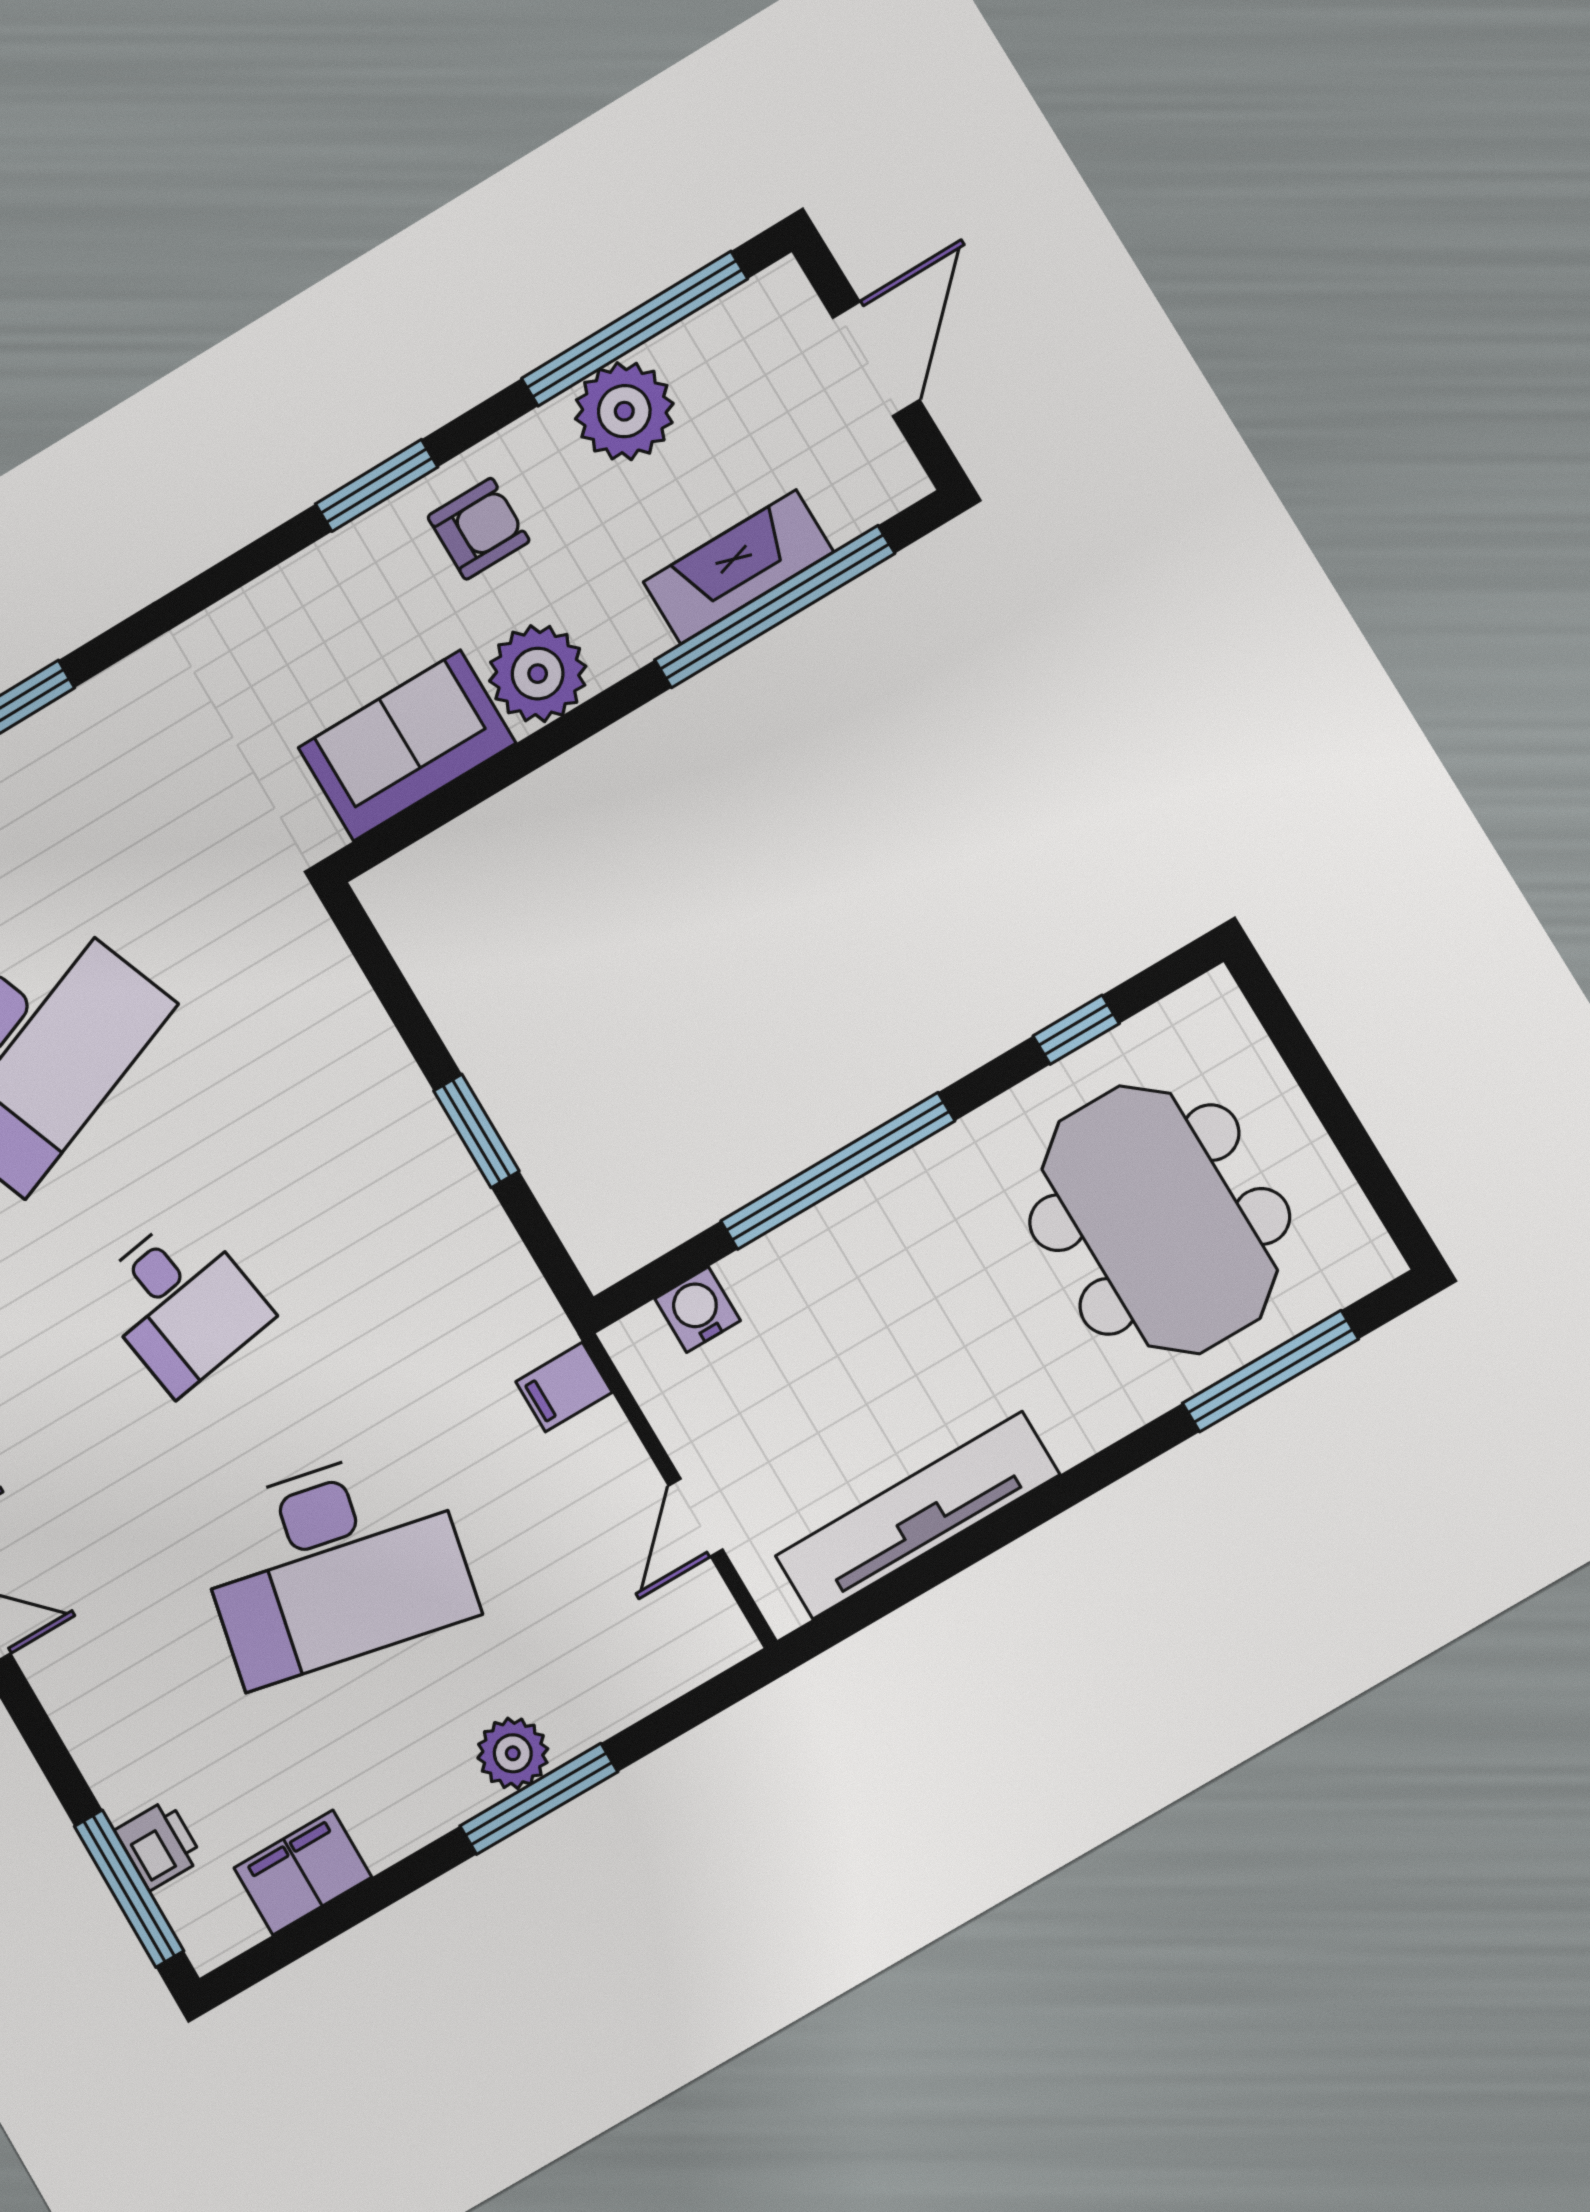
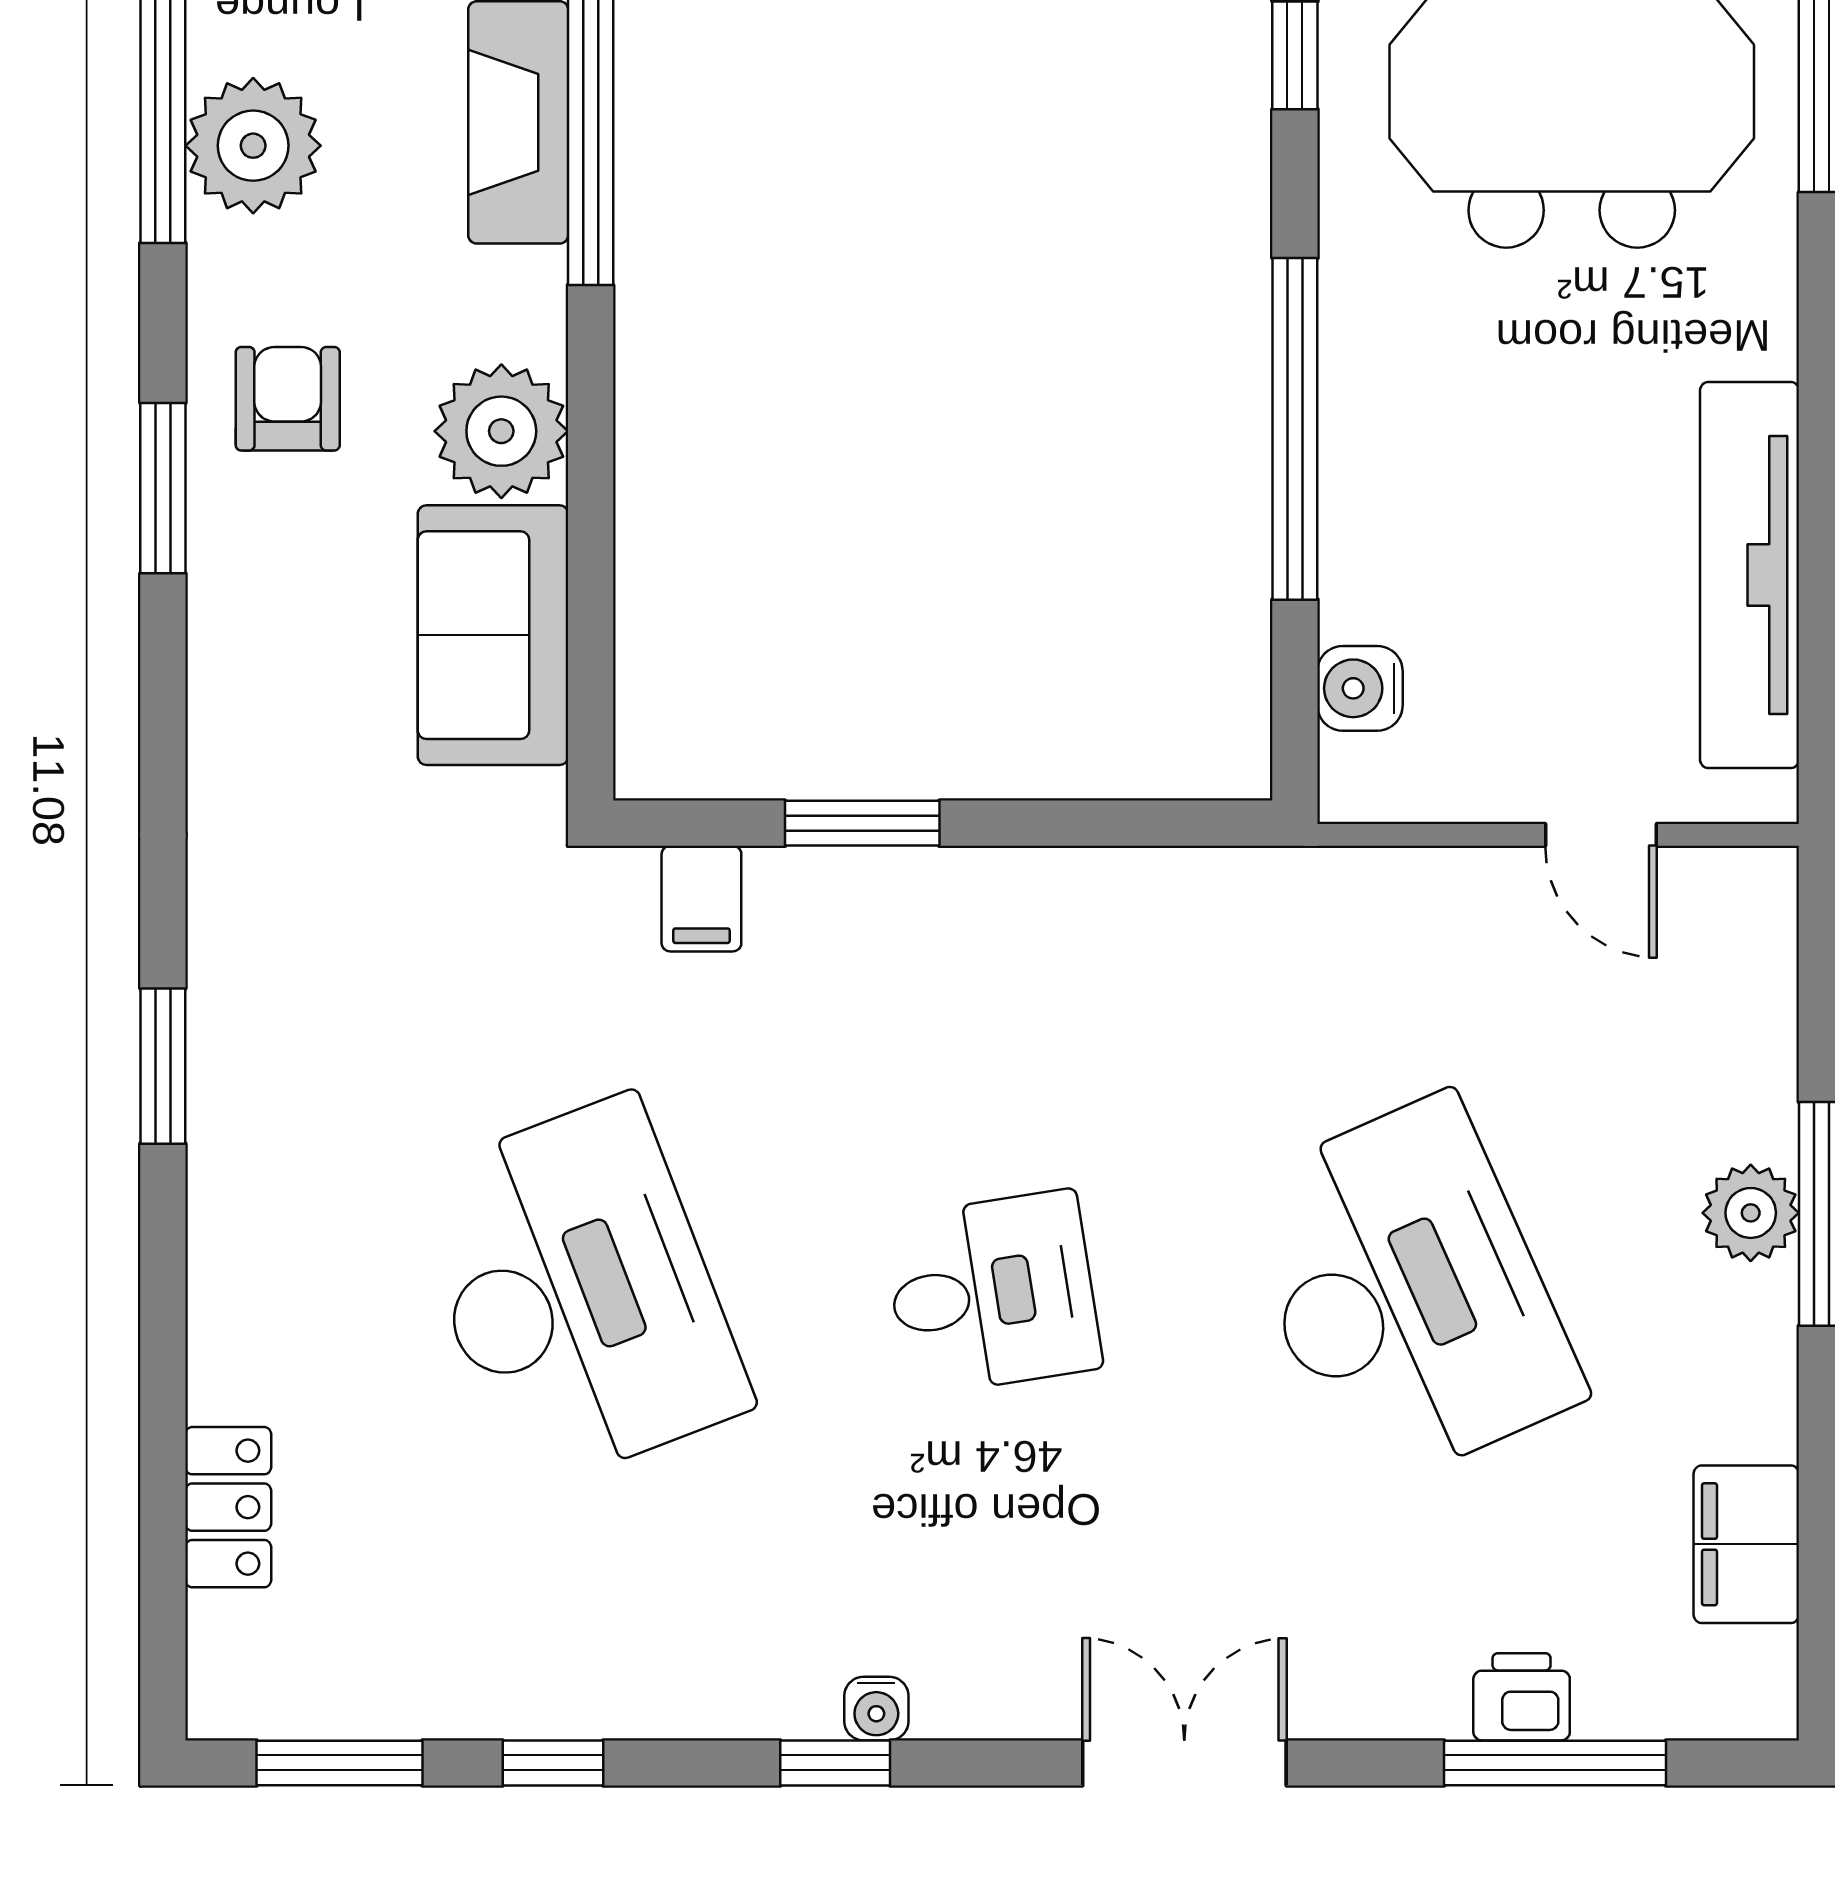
window: (476, 1131) -> (862, 823), moved
filing cabinet: (564, 1387) -> (701, 899), moved
desk: (334, 1564) -> (1407, 1293), turned -36
printer: (159, 1845) -> (1522, 1697), moved
window: (129, 1889) -> (1555, 1763), moved

